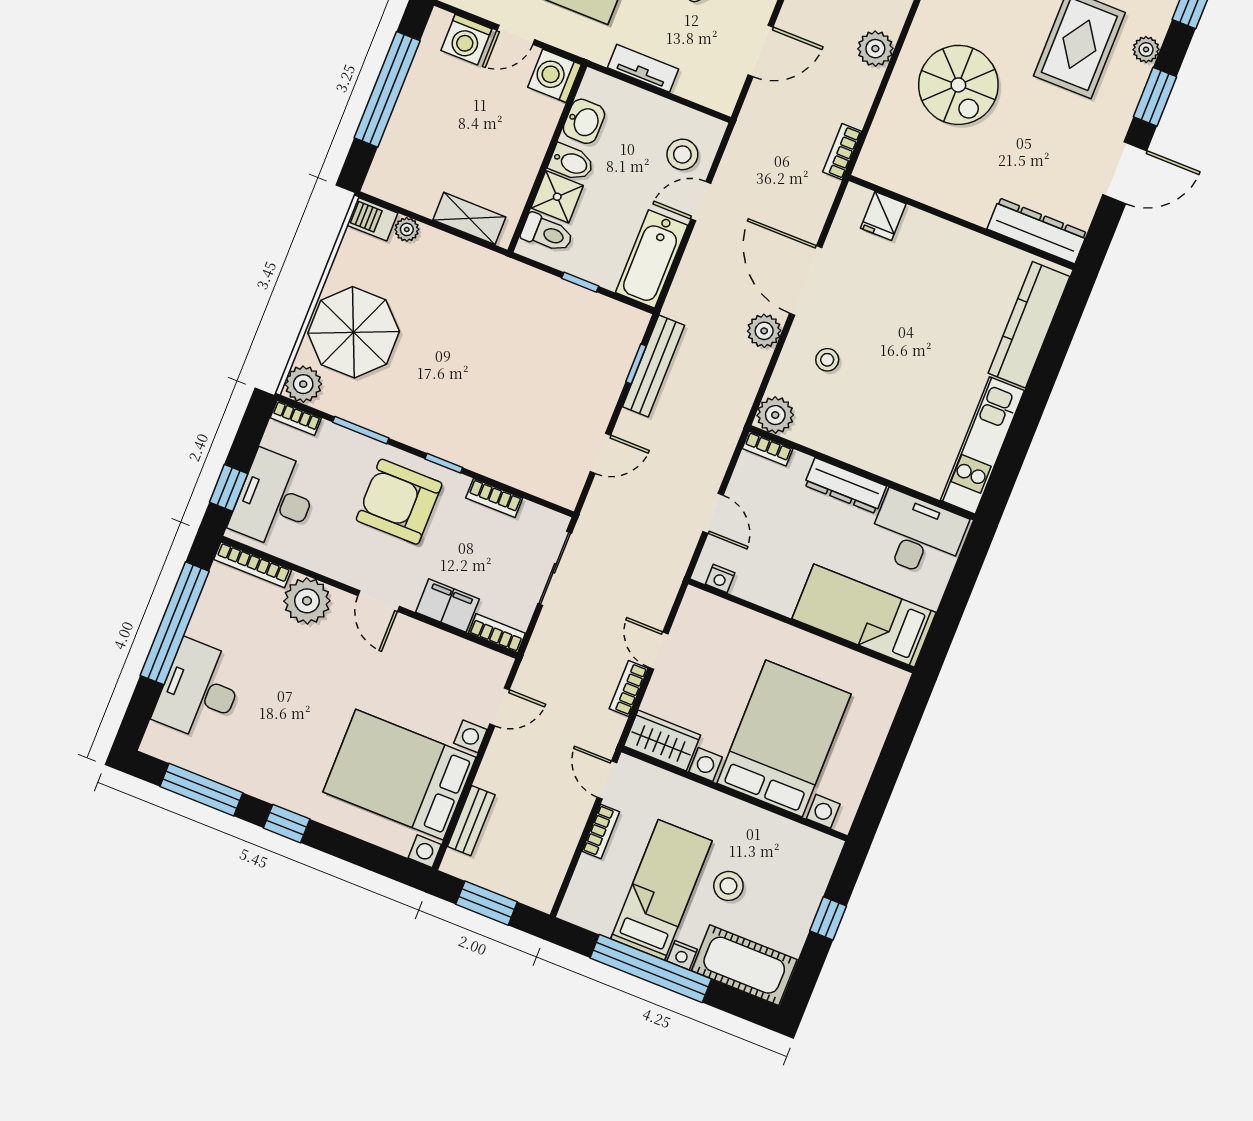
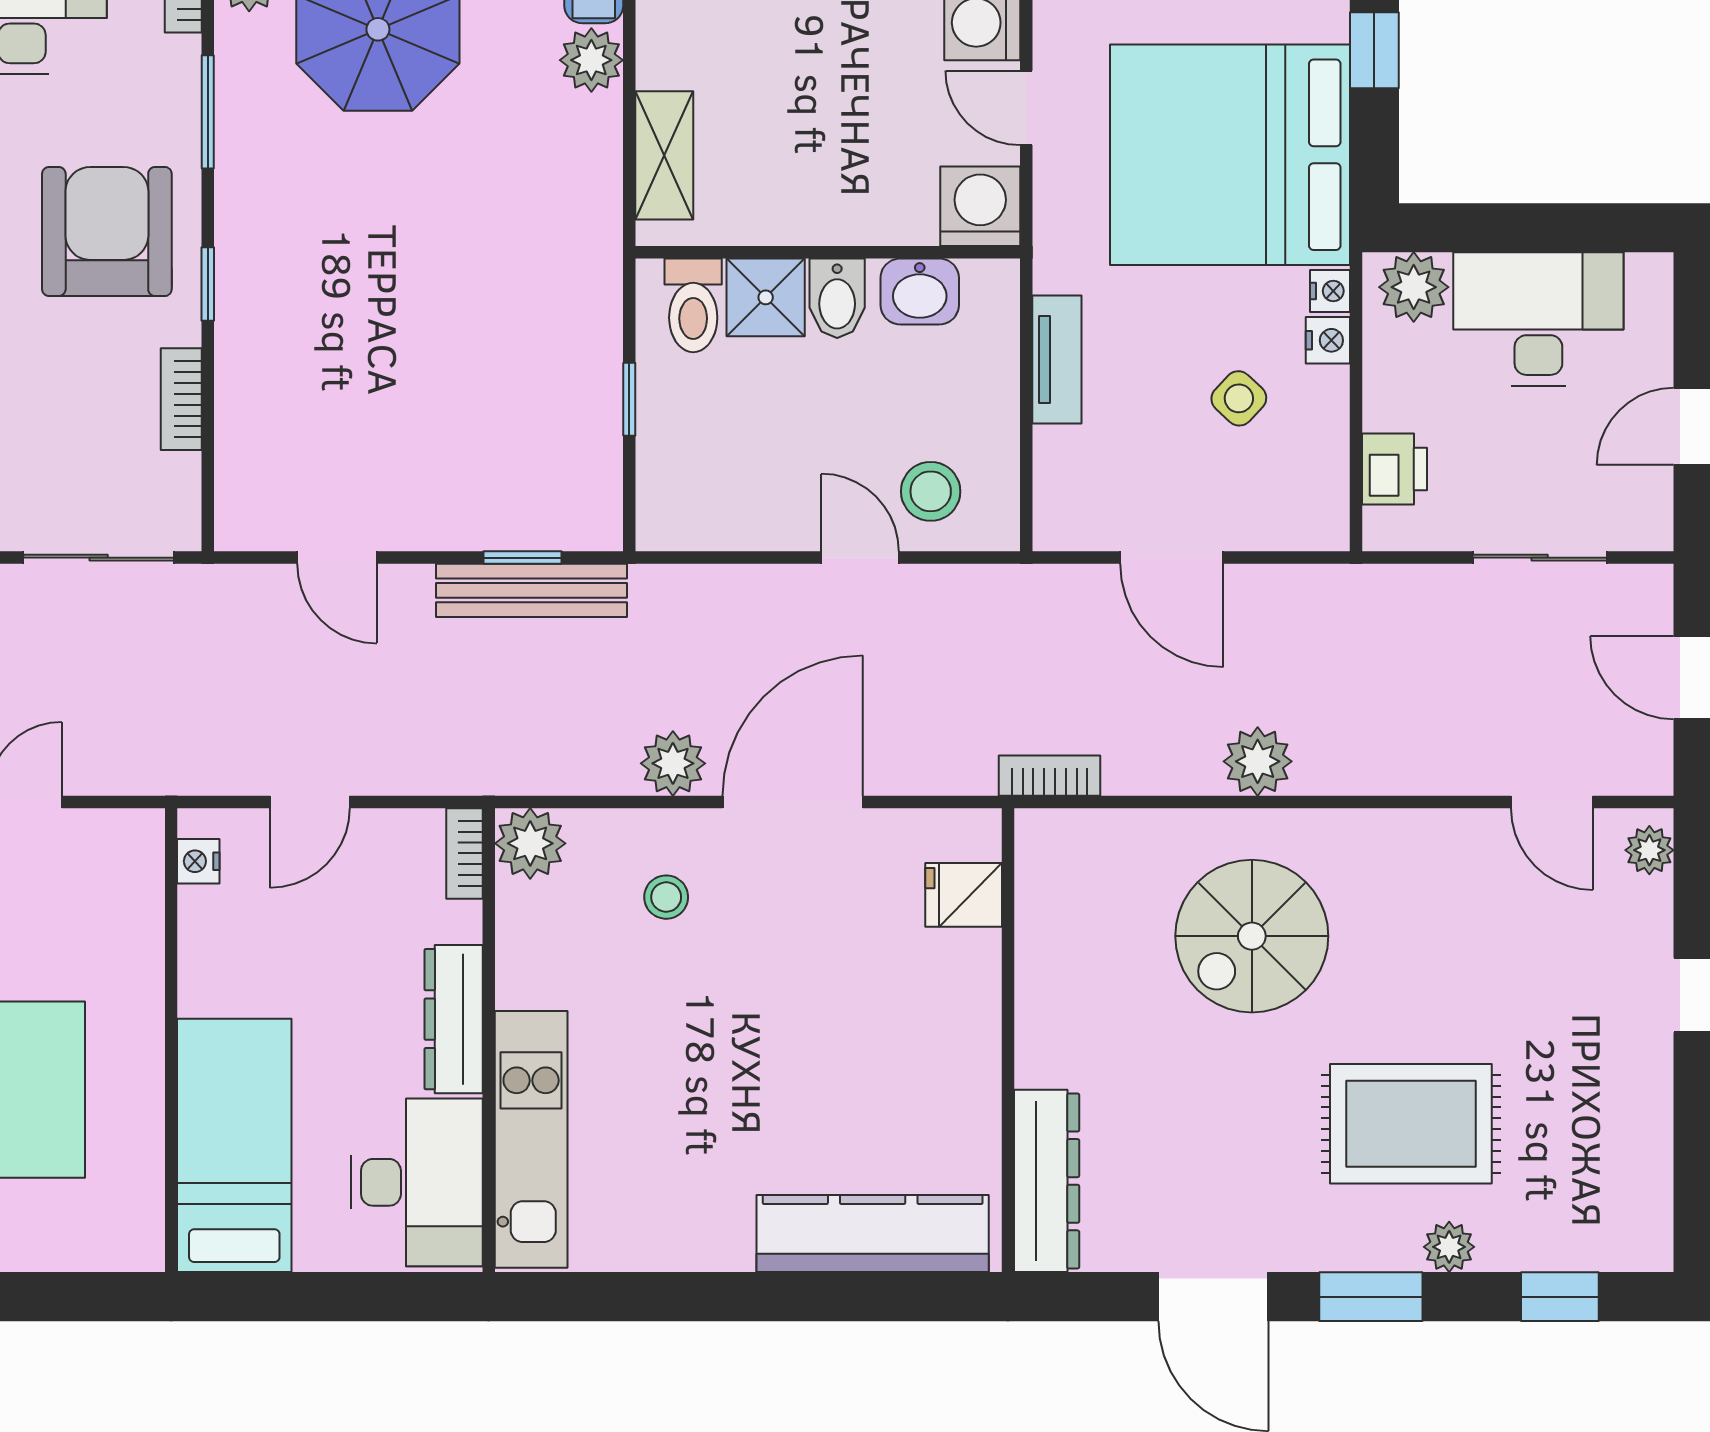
plant: (407, 229) -> (591, 60), width x1.38, depth x1.38
bathtub: (652, 259) -> (722, 511), removed
kitchen unit: (982, 445) -> (531, 1139), moved, turned 90

